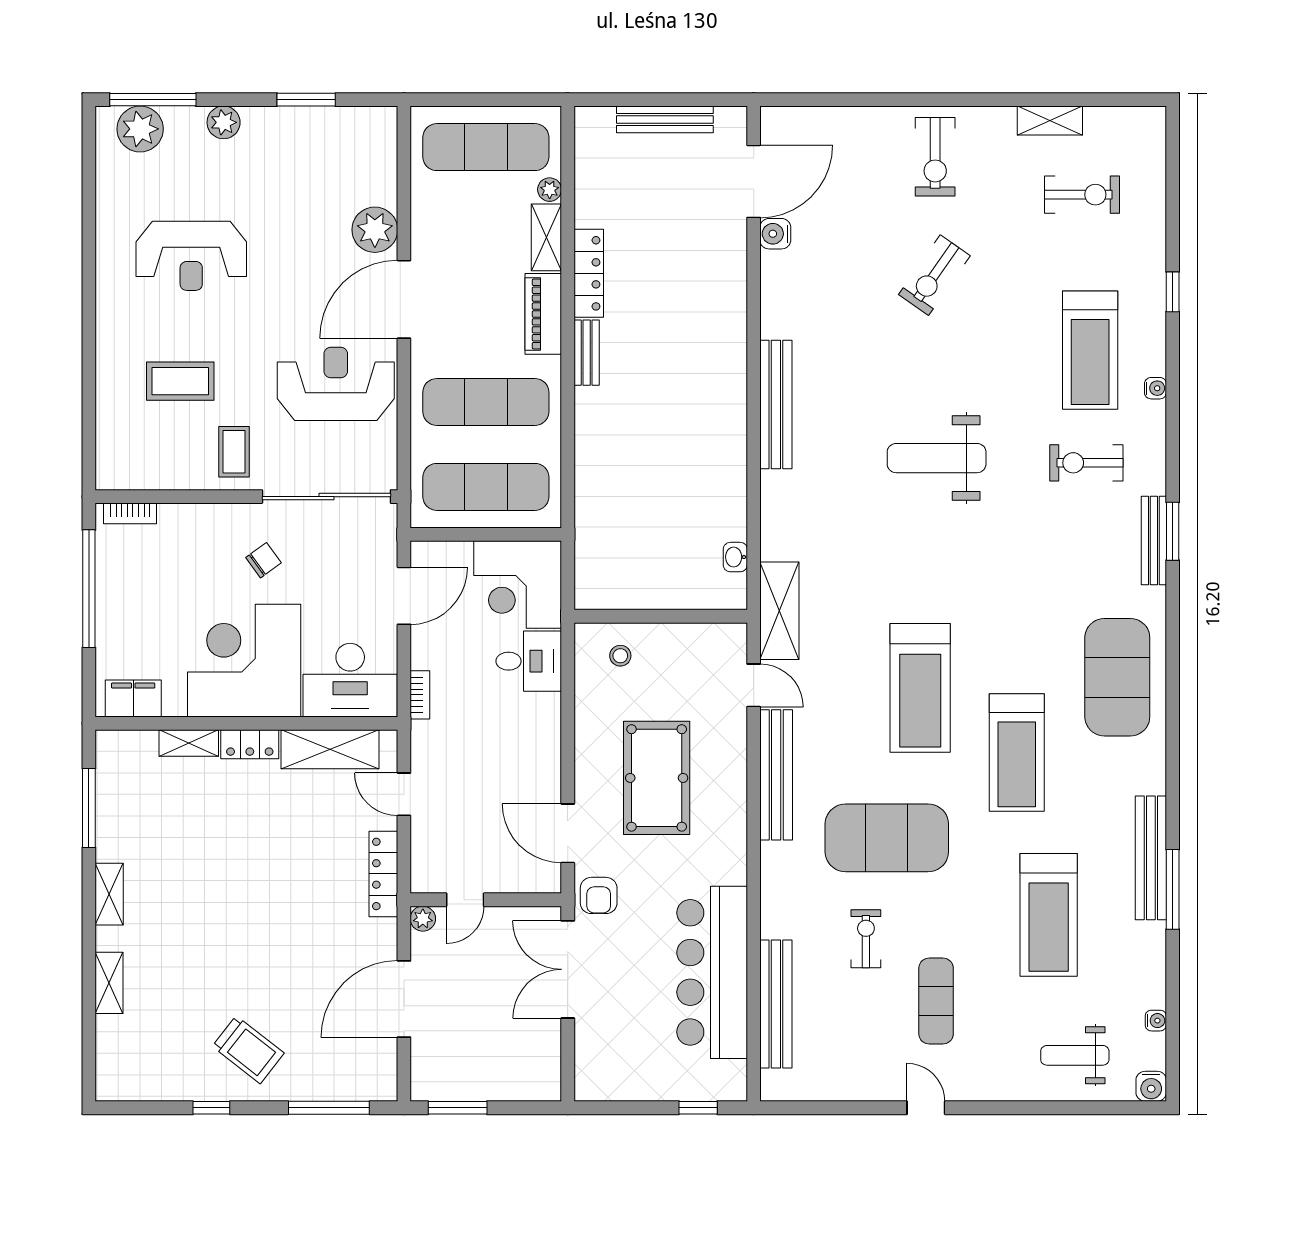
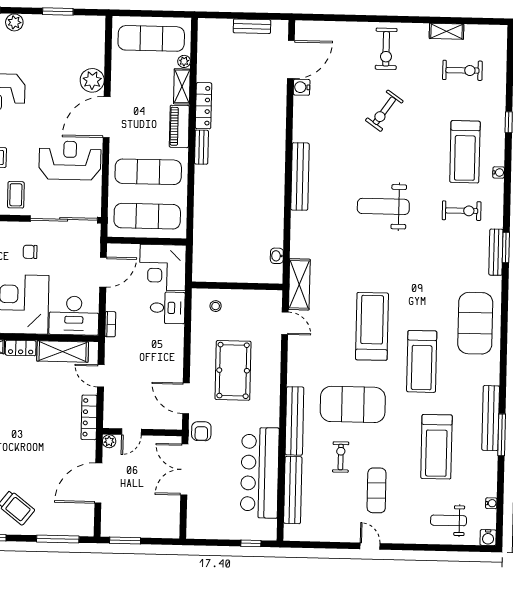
bench: (665, 119) -> (252, 26), width x0.73
exercise bike: (1086, 463) -> (462, 211), turned 180
chair: (264, 560) -> (30, 252), turned -144
treadmill: (920, 688) -> (372, 326), turned 180
bench: (776, 775) -> (294, 421), moved

